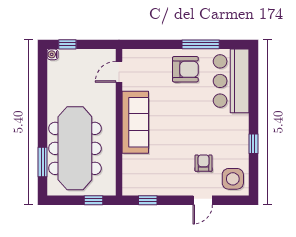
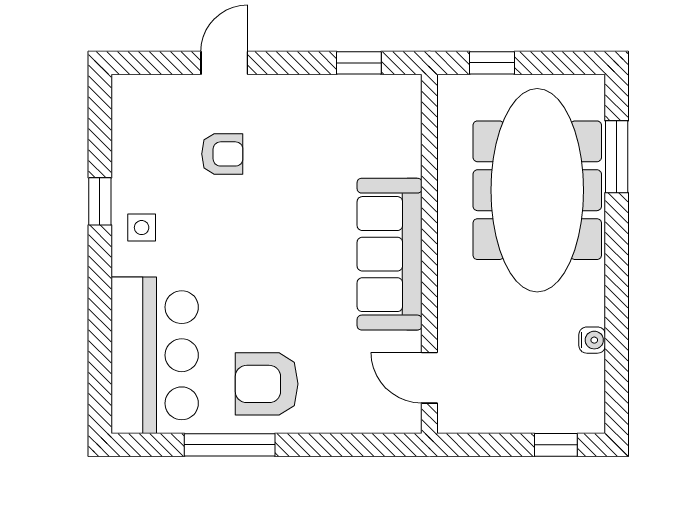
water cooler: (53, 54) -> (592, 340), moved
door: (119, 72) -> (429, 378), swing flipped
armchair: (204, 163) -> (222, 154), turned -90
side table: (233, 179) -> (142, 228), moved, width x0.54, depth x0.54

